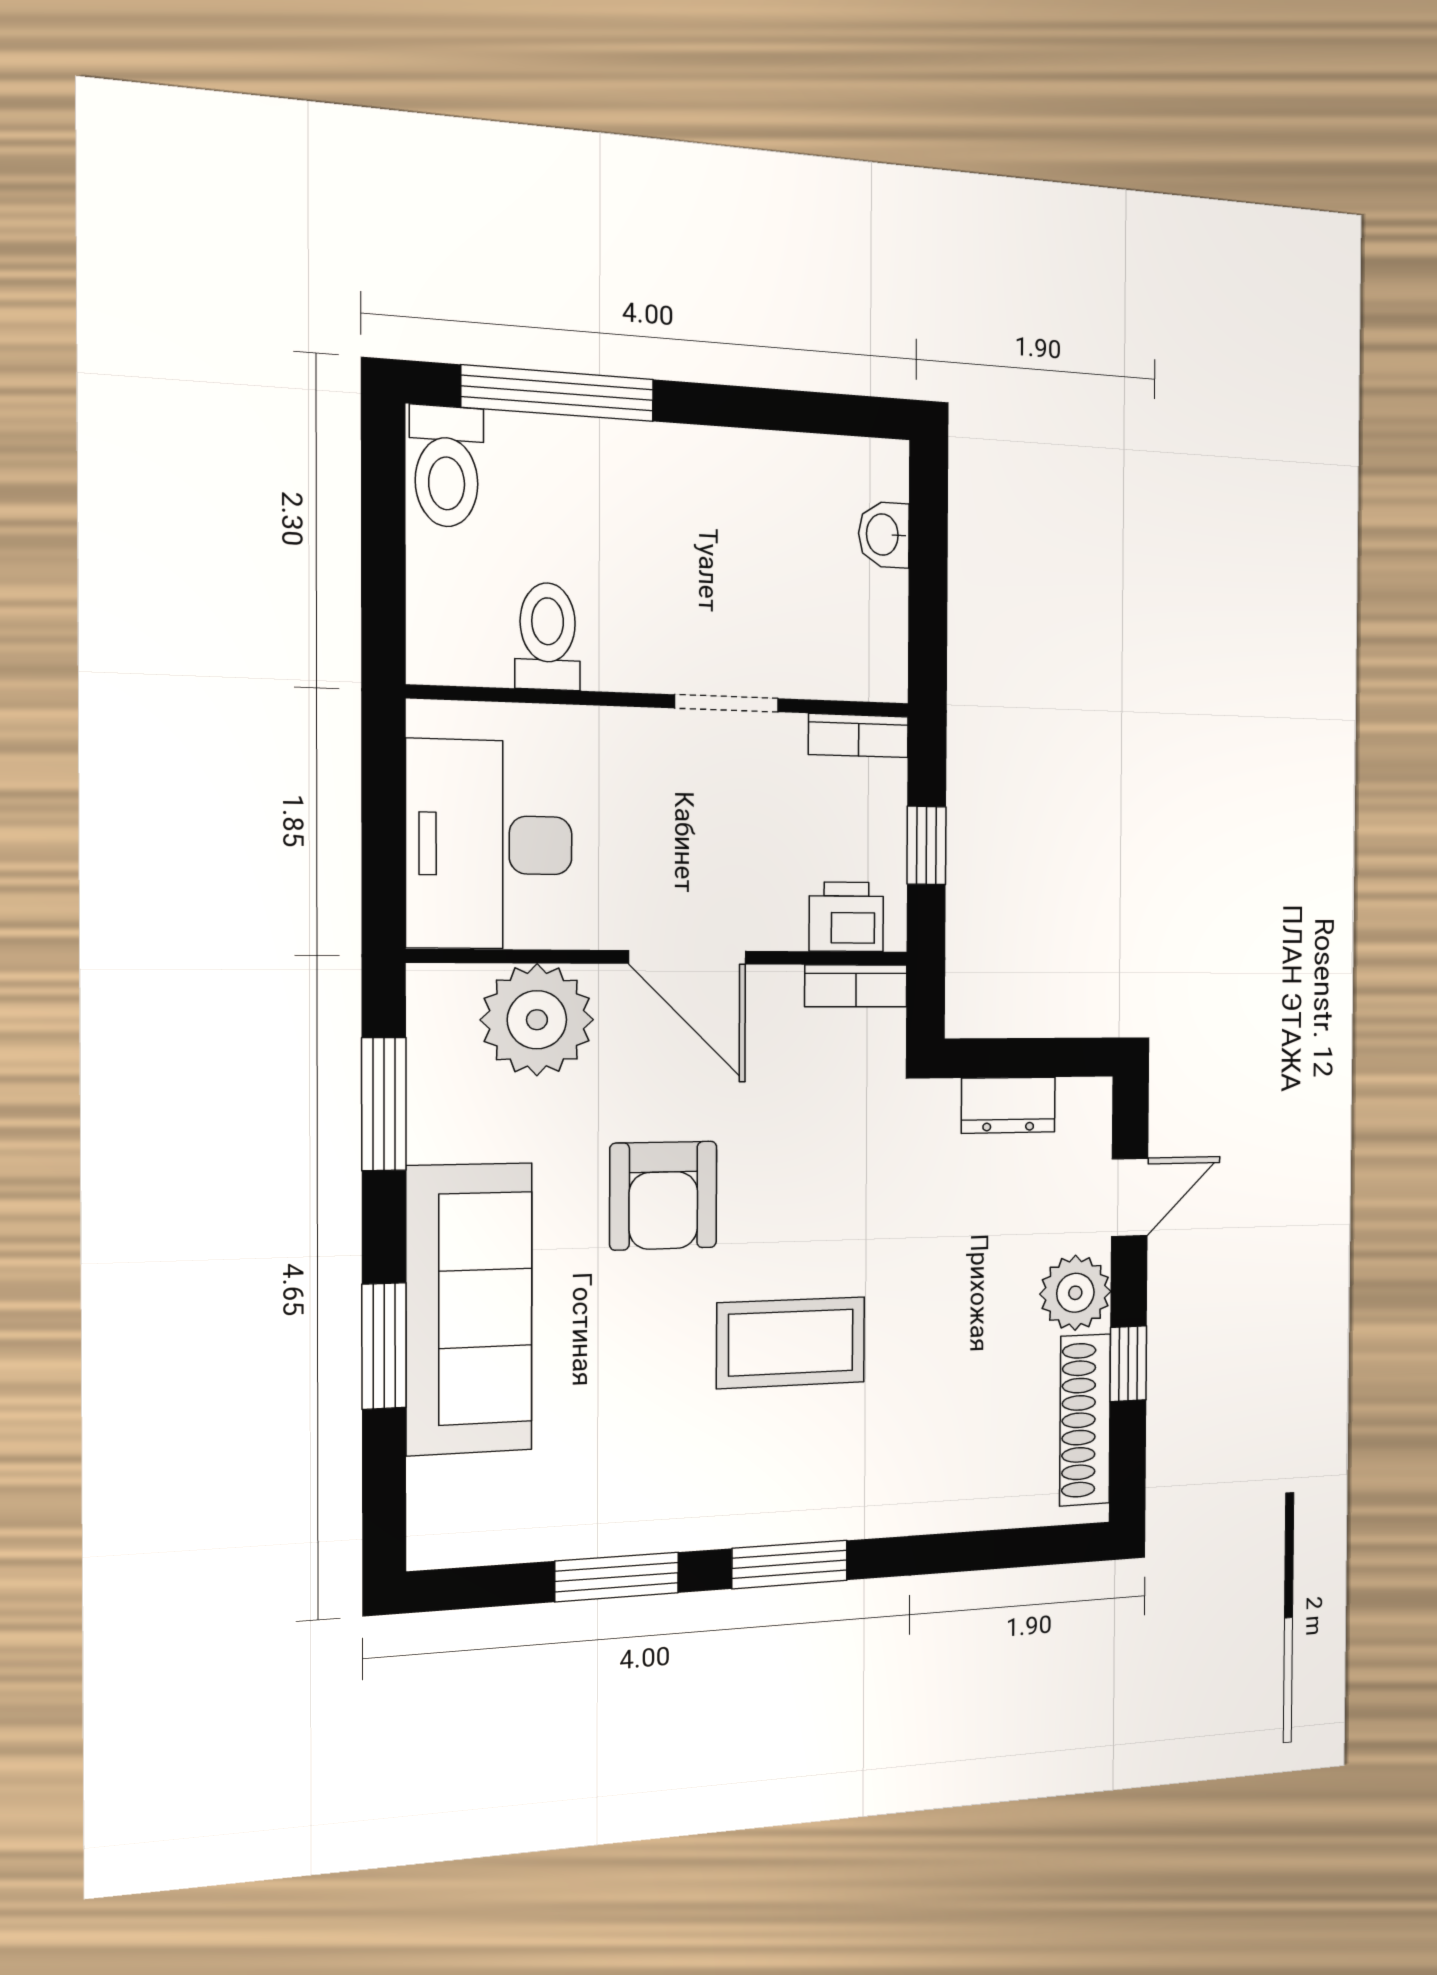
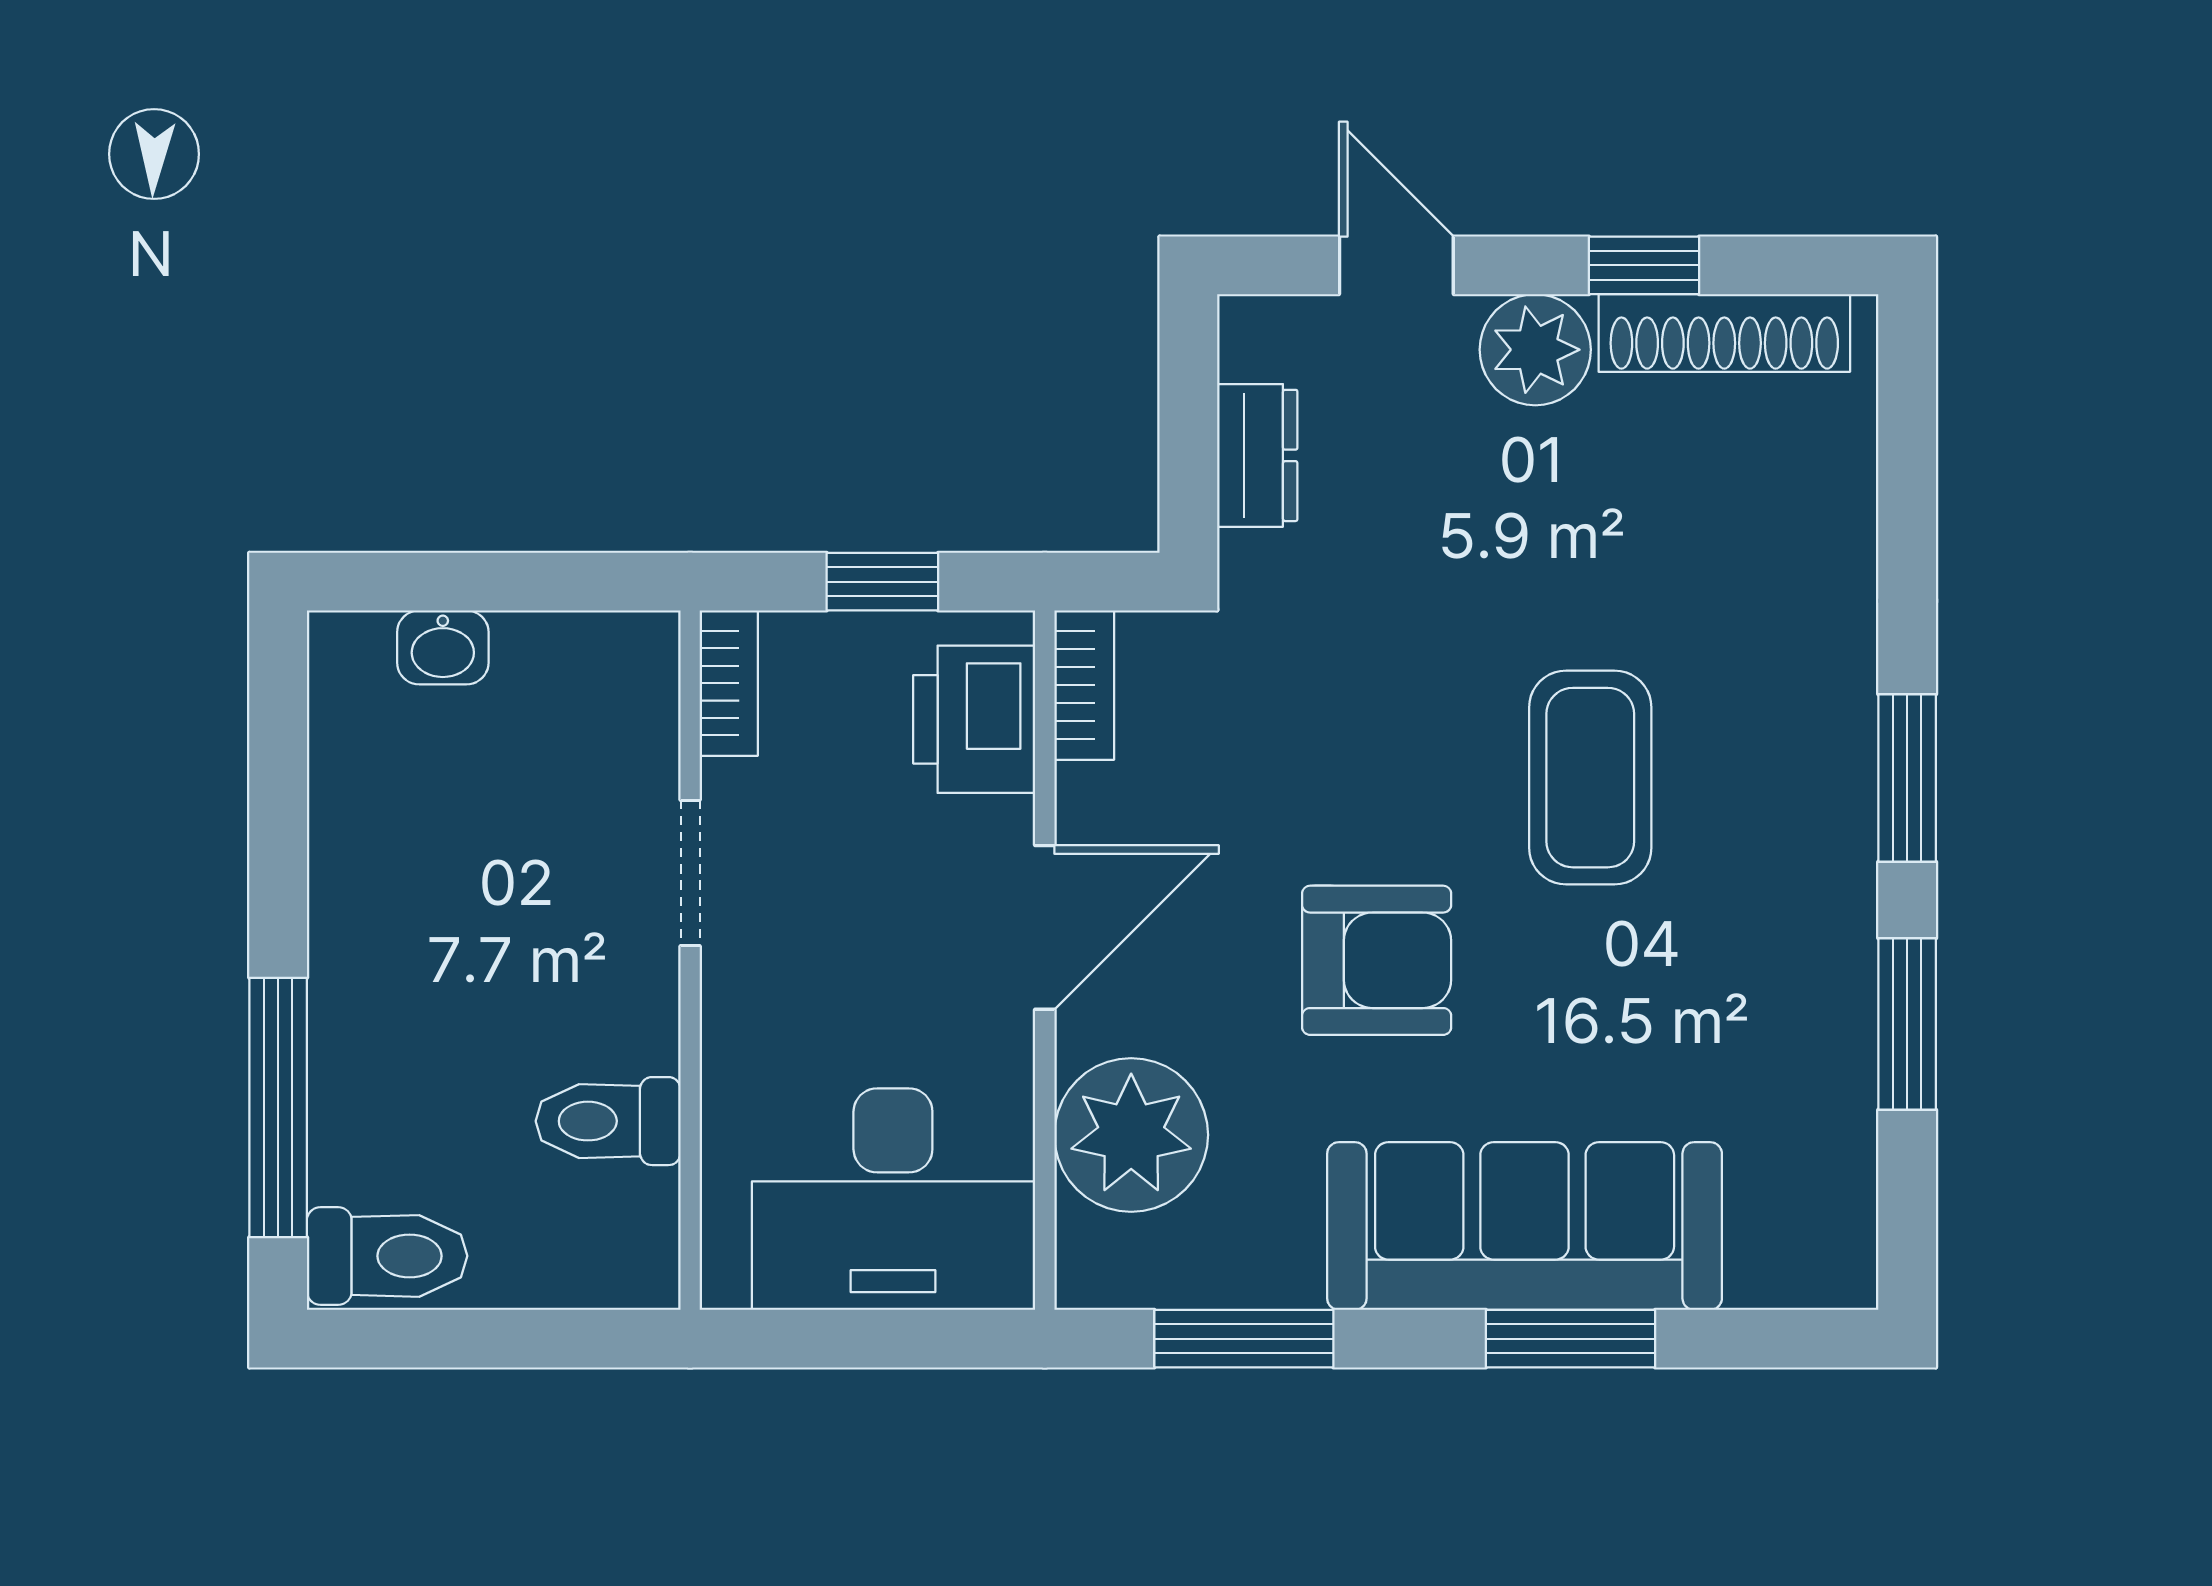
printer: (846, 917) -> (974, 719), width x1.36, depth x1.24

